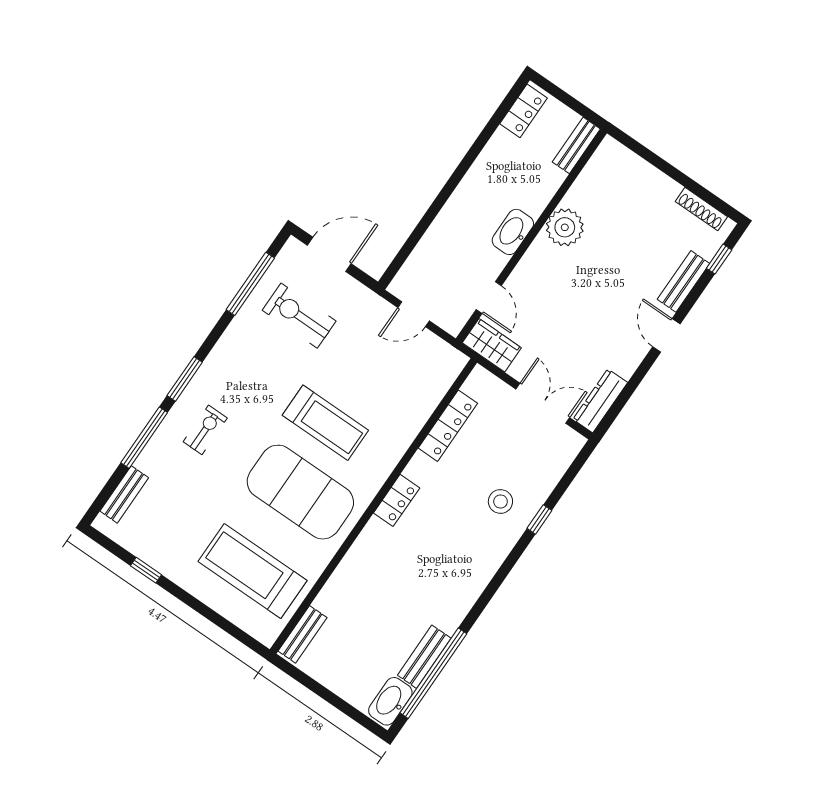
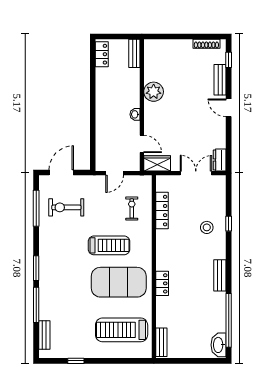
washbasin: (513, 232) -> (135, 114), width x0.52, depth x0.69
dresser: (600, 401) -> (220, 160), width x0.70
exercise bike: (205, 430) -> (132, 208), moved
locker: (397, 500) -> (162, 283), moved
bench: (424, 657) -> (220, 275), moved

